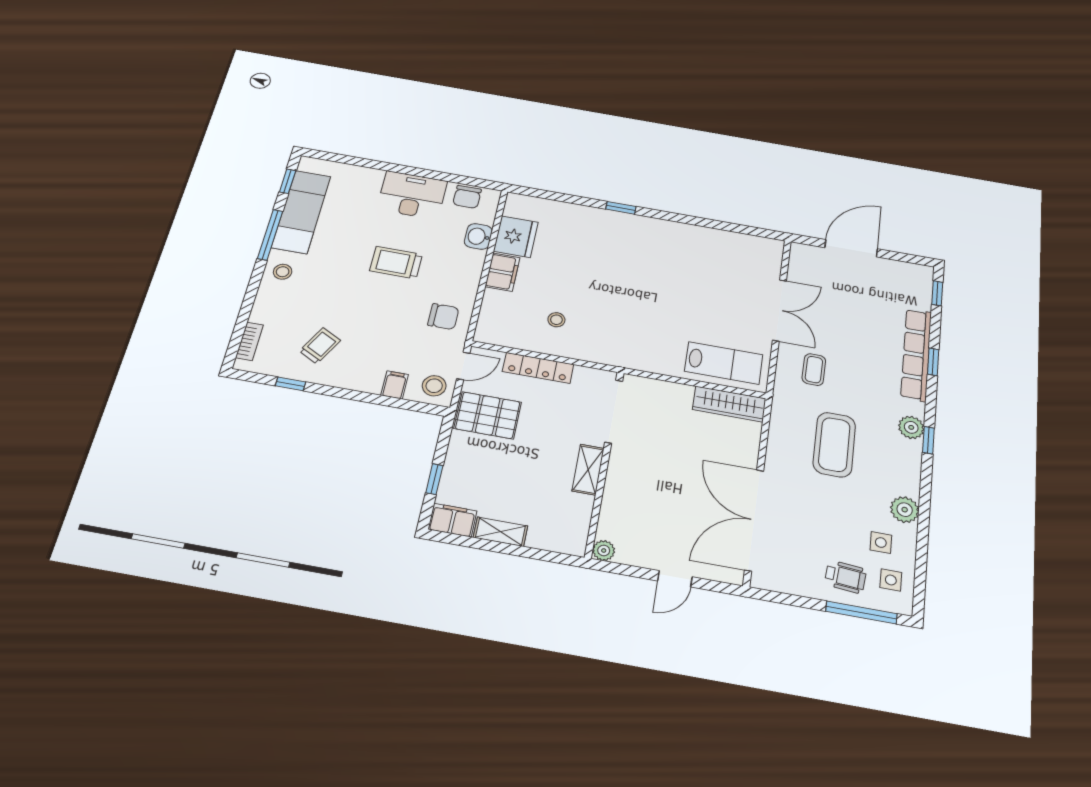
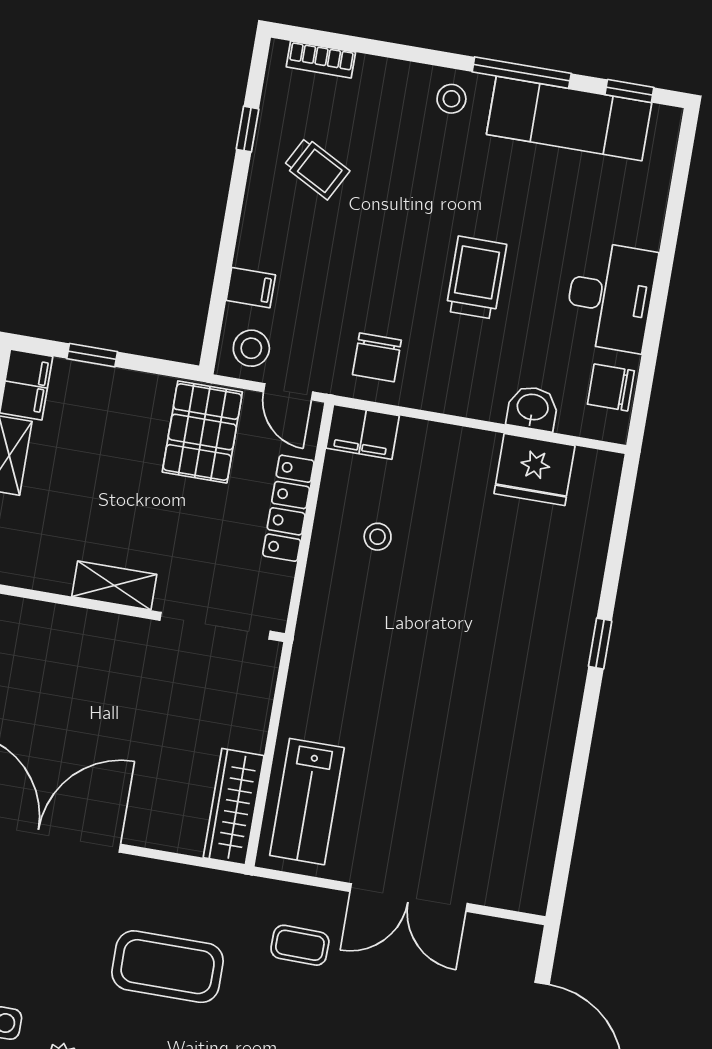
filing cabinet: (503, 272) -> (363, 432), moved

